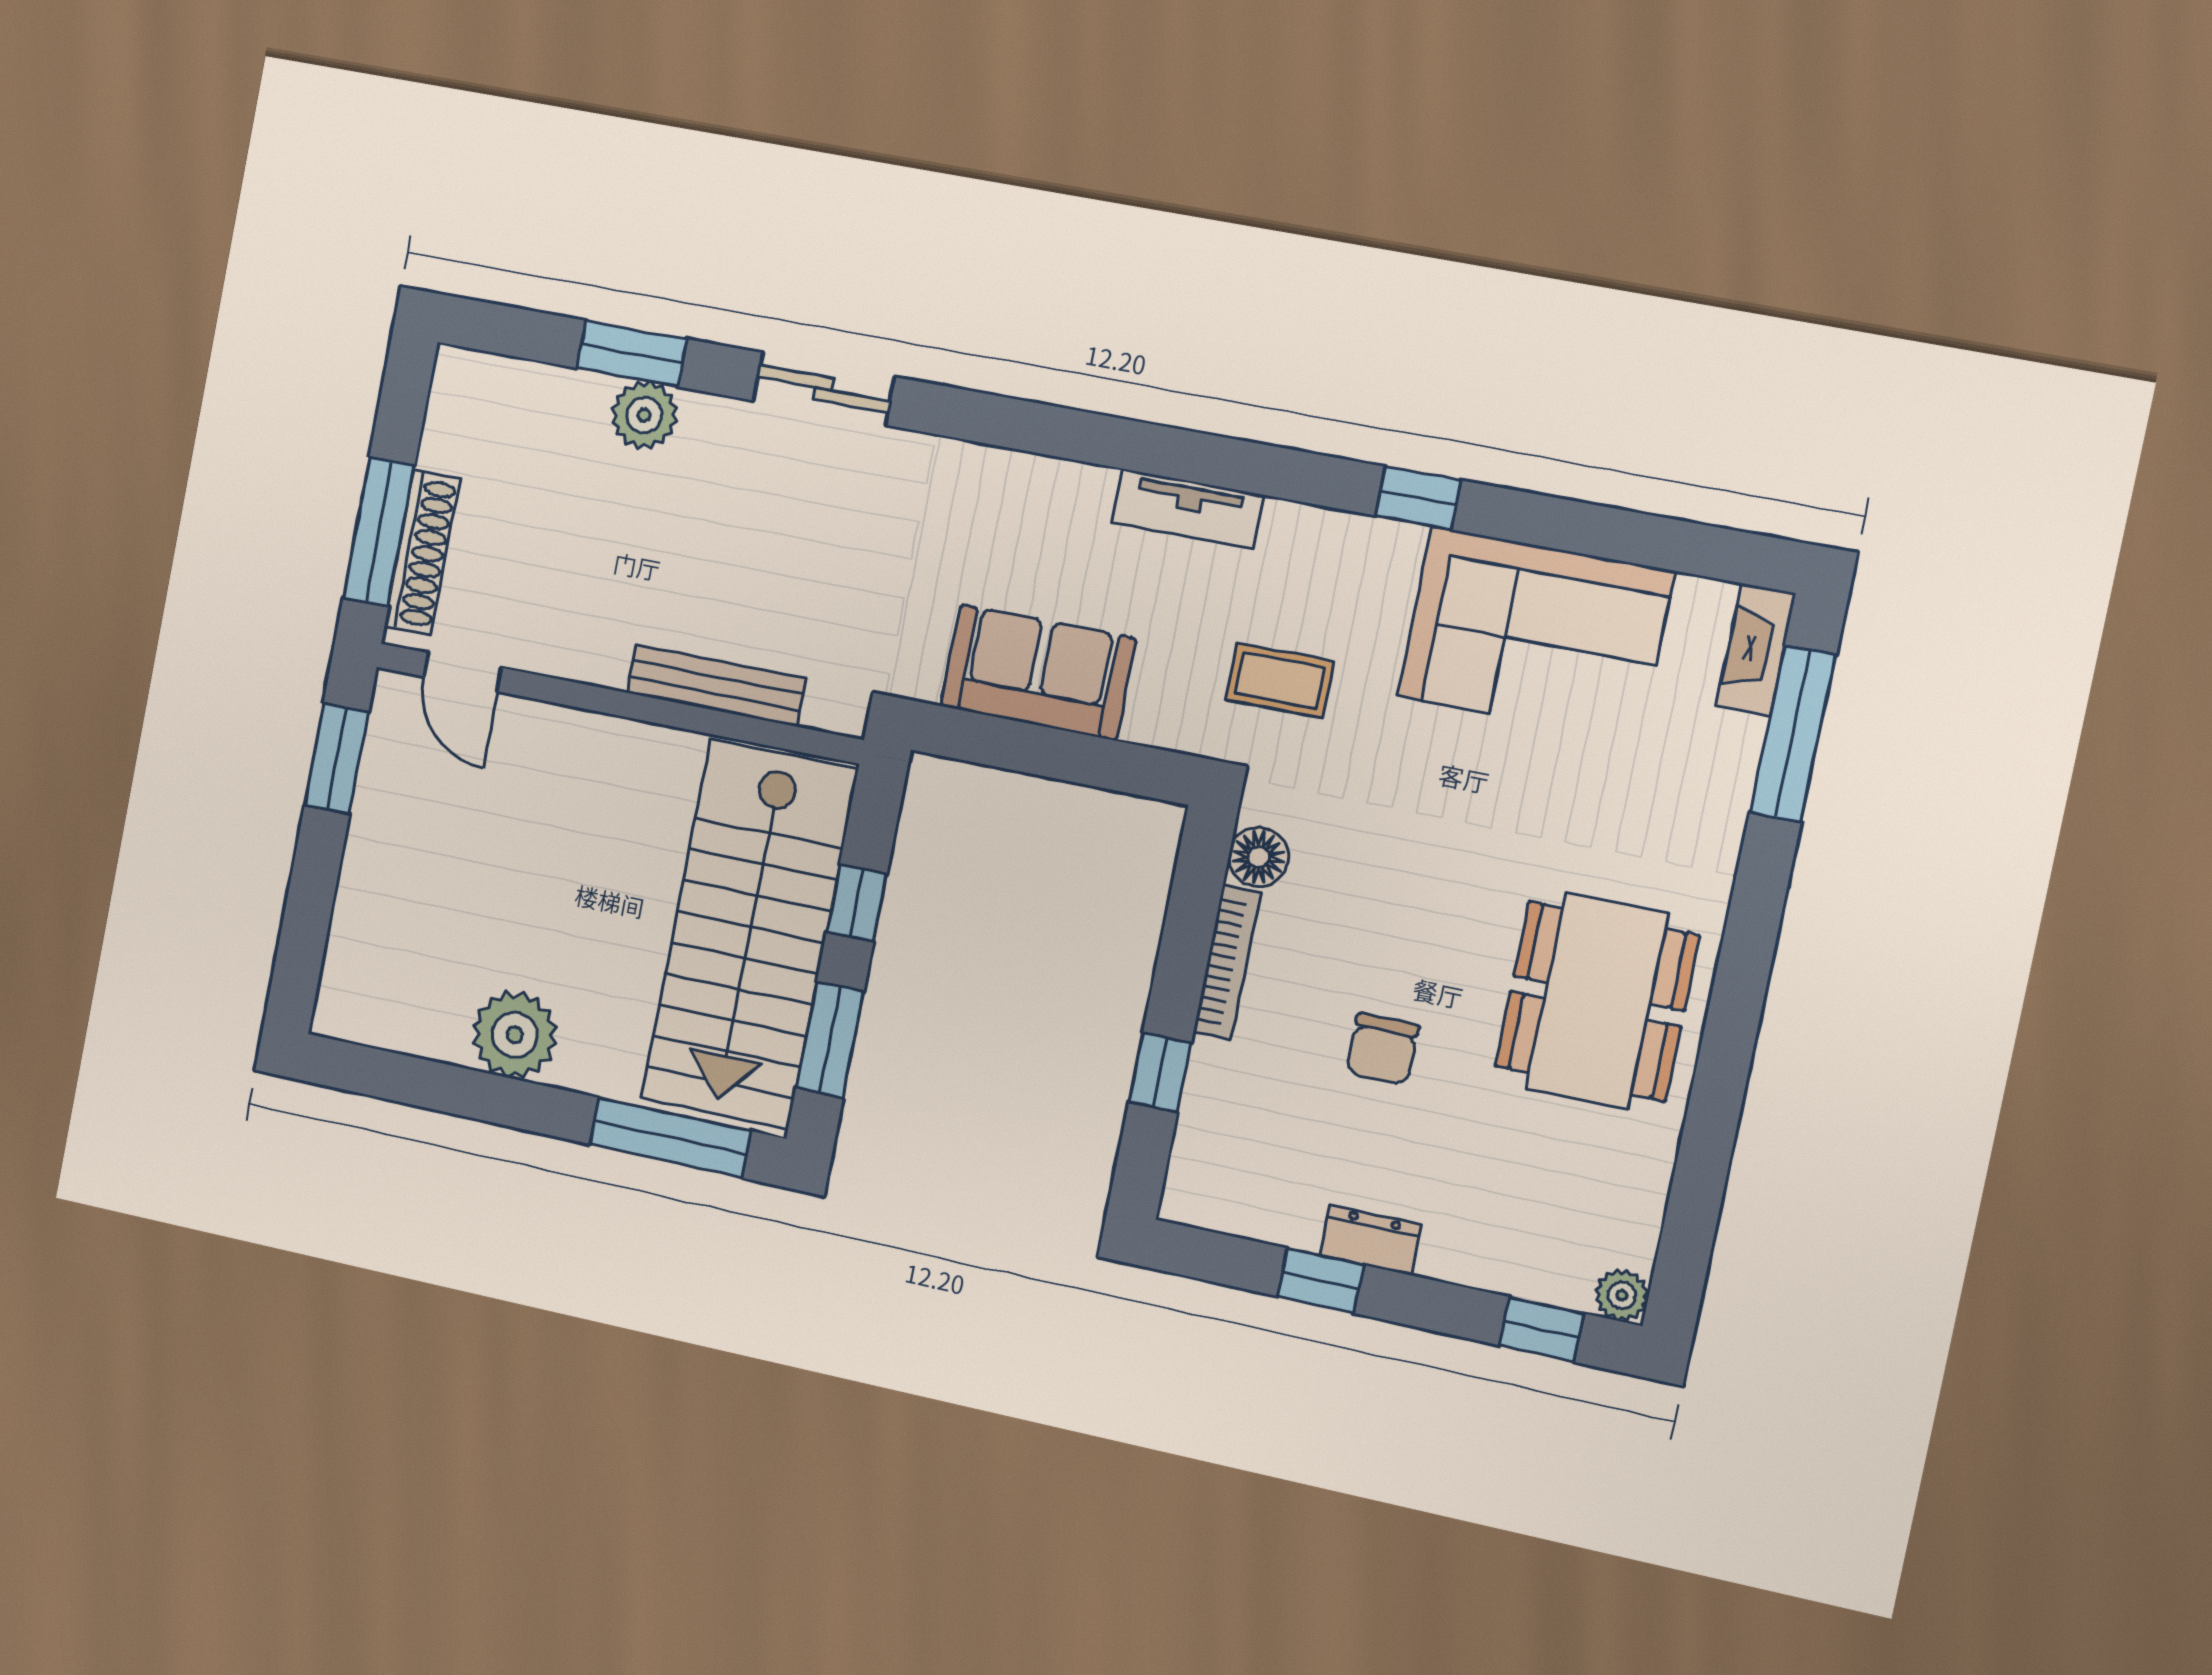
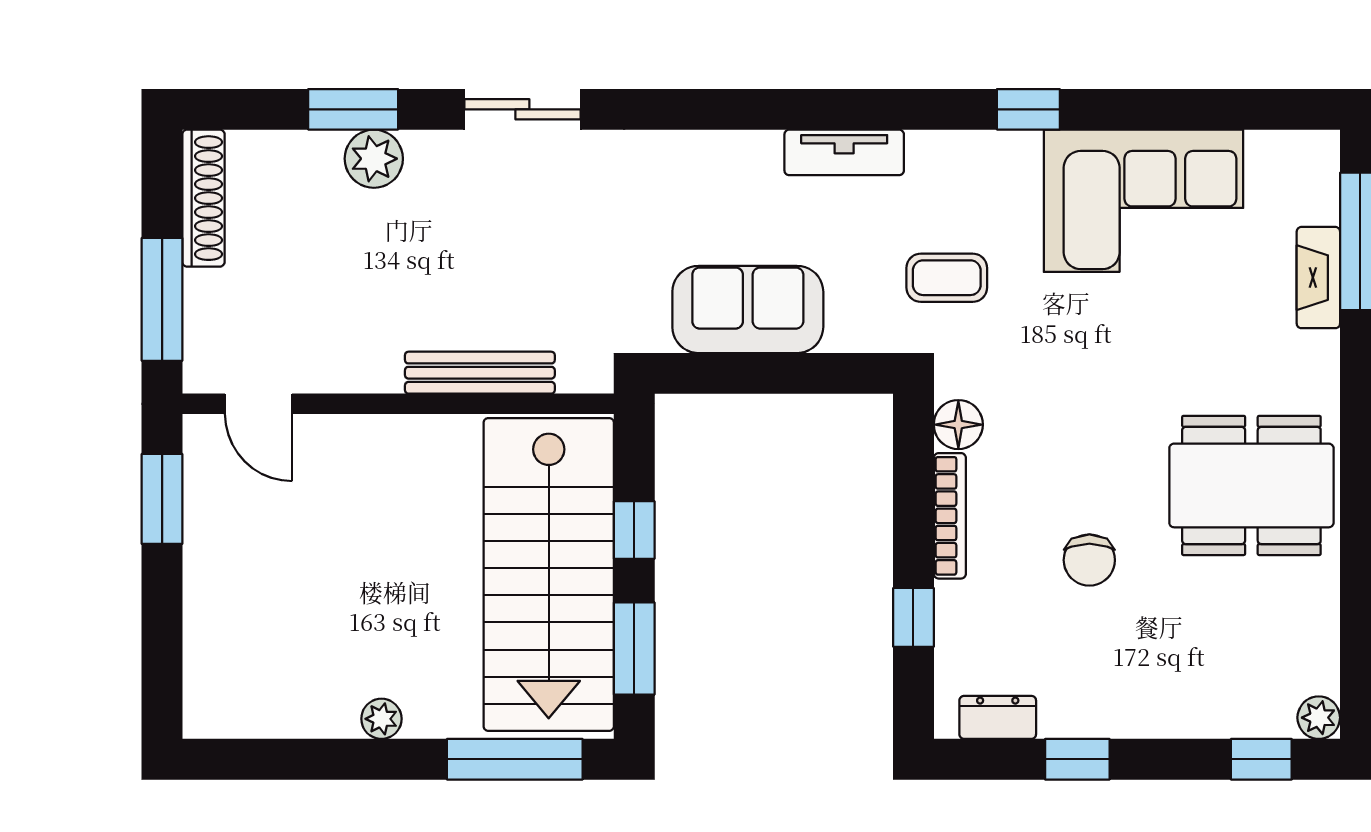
shoe rack: (422, 552) -> (203, 198), moved
fireplace: (1756, 650) -> (1318, 278), moved
dining table: (1597, 1001) -> (1251, 485), turned 90
plant: (515, 1035) -> (381, 719), width x0.53, depth x0.53
dresser: (1371, 1240) -> (998, 717), moved

